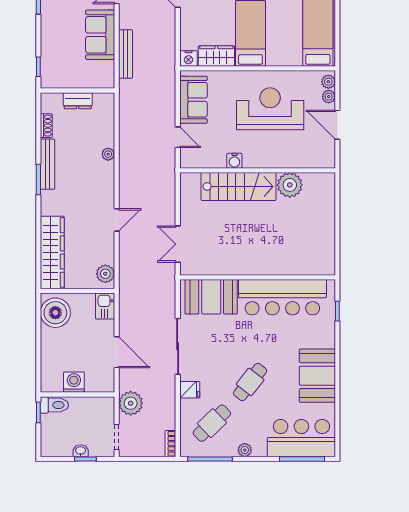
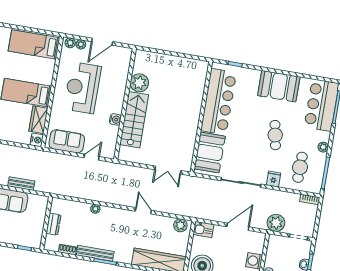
bench: (125, 54) -> (21, 184), width x0.73
cafe table: (250, 382) -> (275, 135), turned 41
cafe table: (212, 423) -> (300, 167), turned 45

